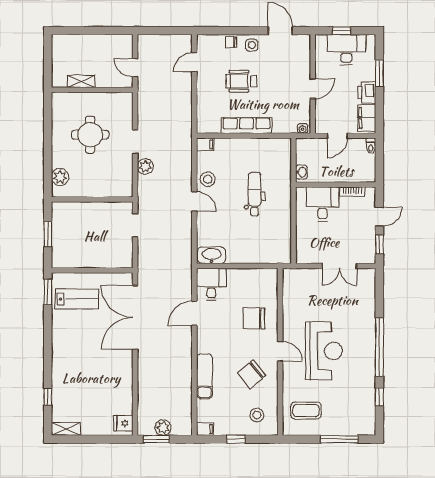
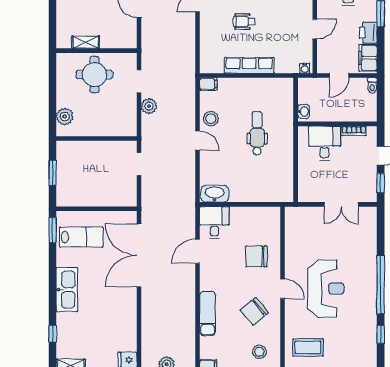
shelving: (81, 81) -> (86, 42), moved
wheelchair: (241, 81) -> (244, 22), width x0.73, depth x0.73
wall: (92, 90) -> (96, 51), moved
kitchen sink: (62, 352) -> (67, 290), added

